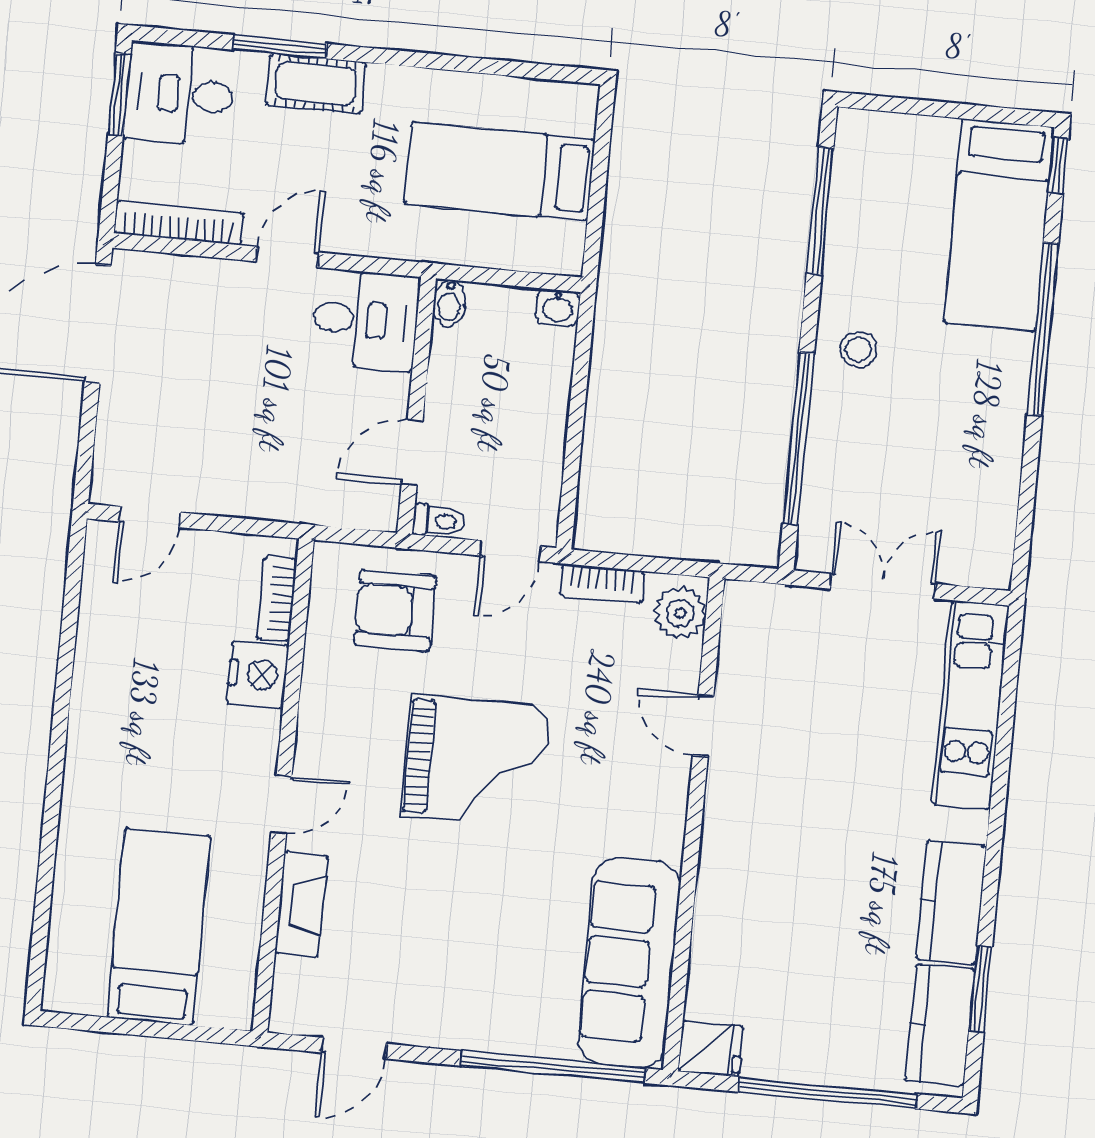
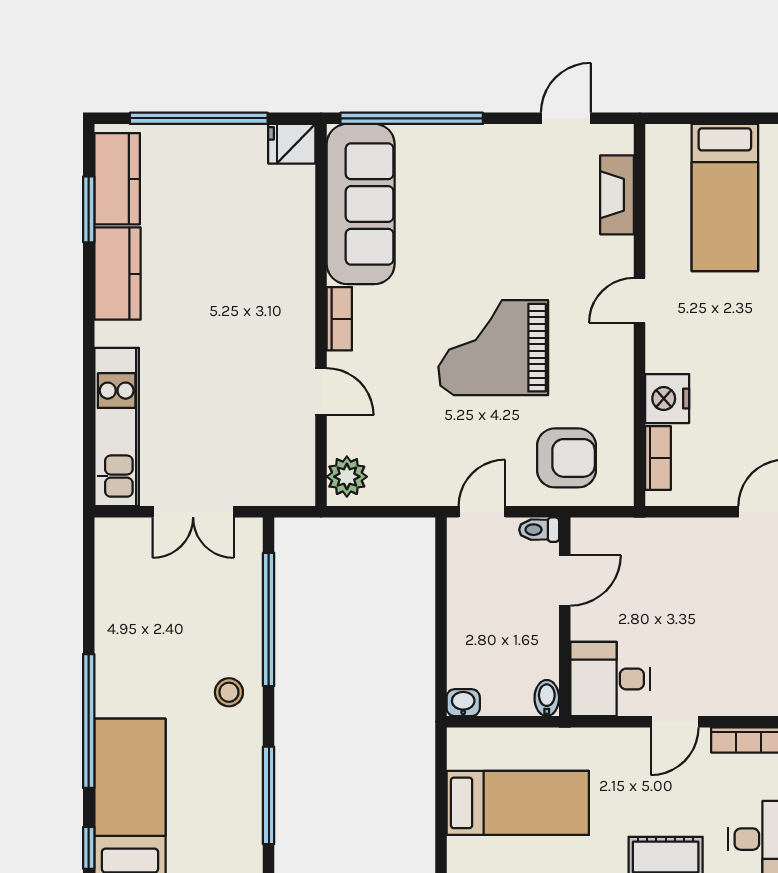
bookcase: (602, 584) -> (339, 319), moved, turned 90
fireplace: (301, 904) -> (617, 195), moved

